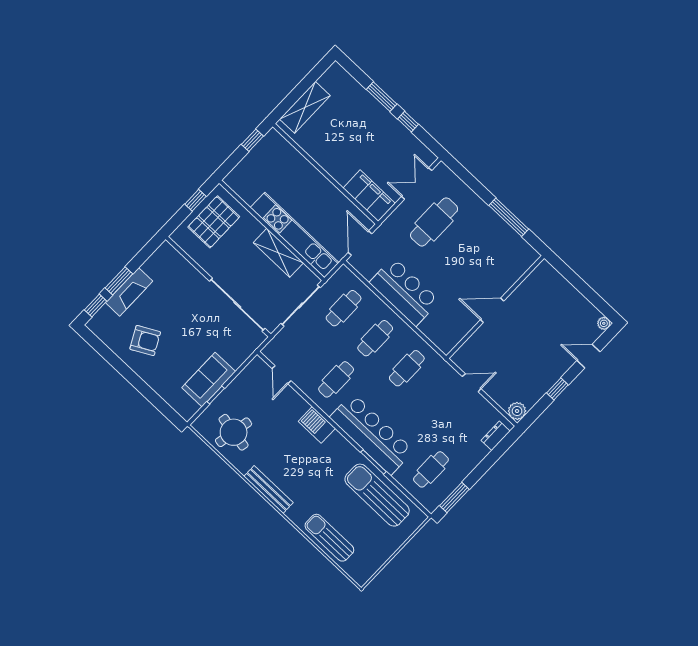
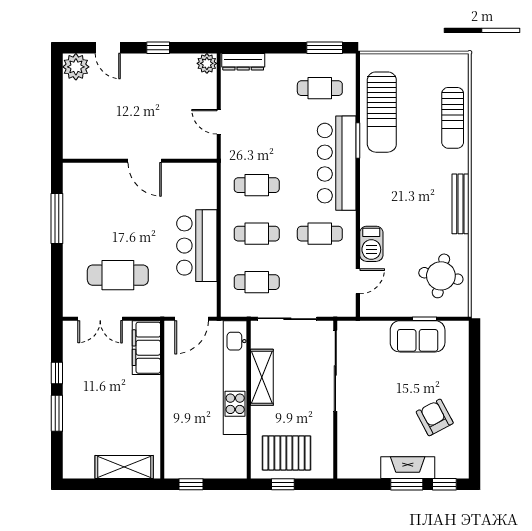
plant: (604, 323) -> (76, 67), width x1.88, depth x1.88
barbecue: (317, 425) -> (371, 244), moved
dresser: (496, 436) -> (243, 62), width x1.44

